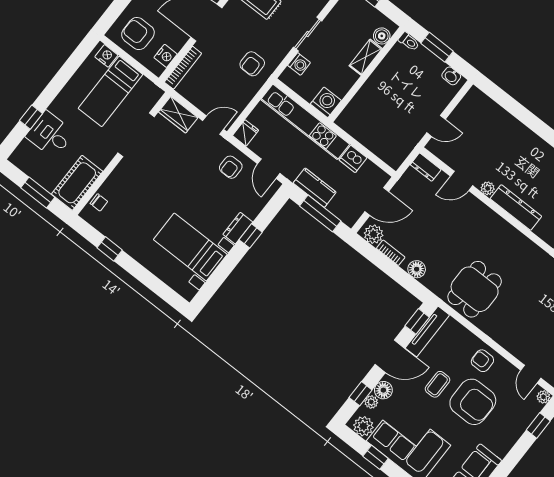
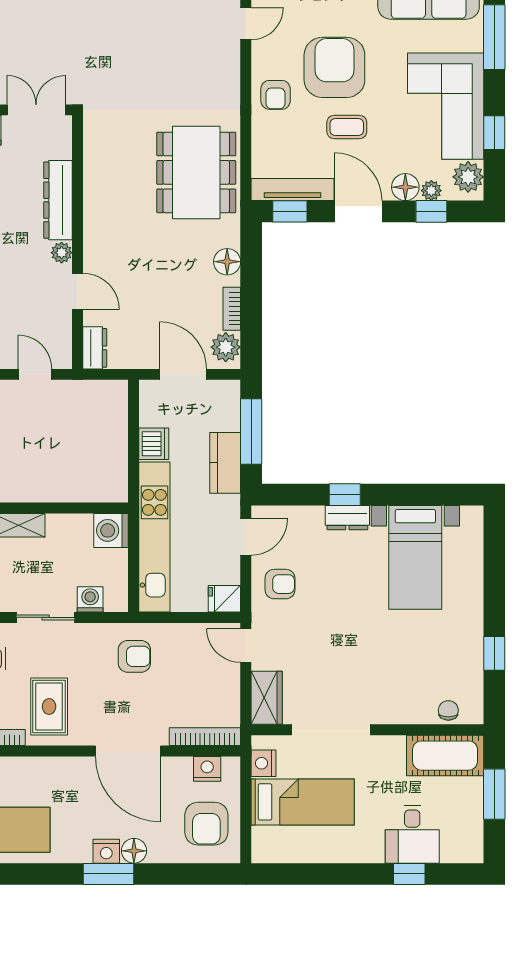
nightstand: (106, 56) -> (263, 763), moved
dining table: (475, 289) -> (196, 172), width x1.38

